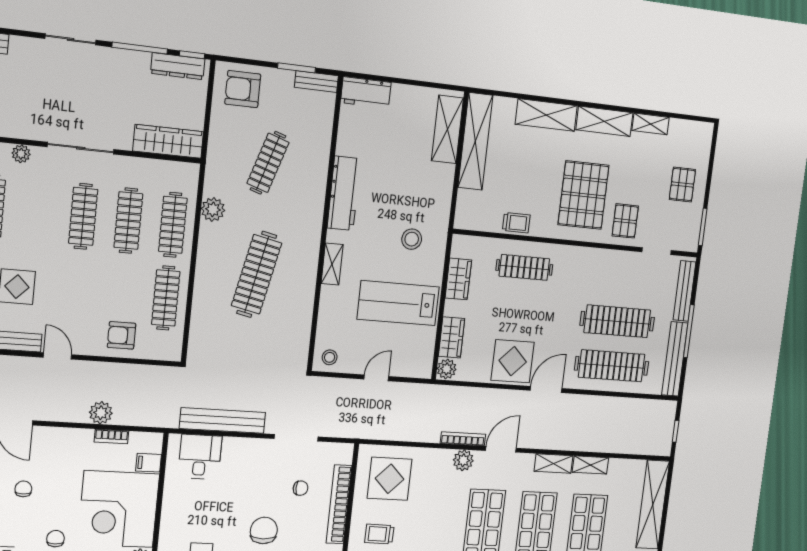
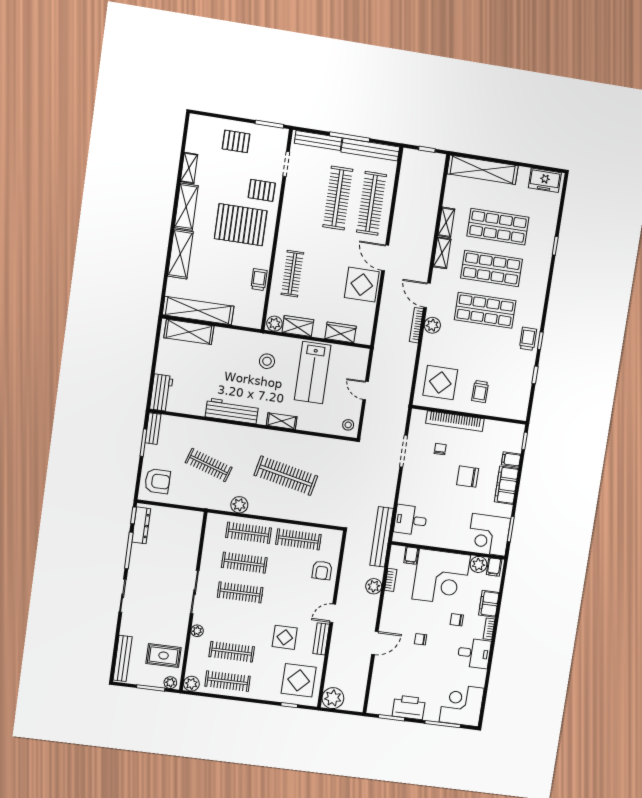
armchair: (243, 89) -> (157, 481), turned -90
wardrobe: (168, 141) -> (192, 534), removed
plant: (447, 369) -> (274, 324), moved
bench: (223, 421) -> (382, 537), moved

